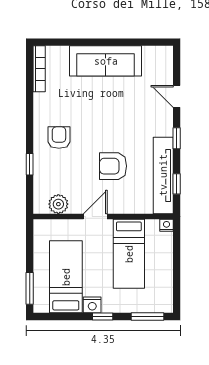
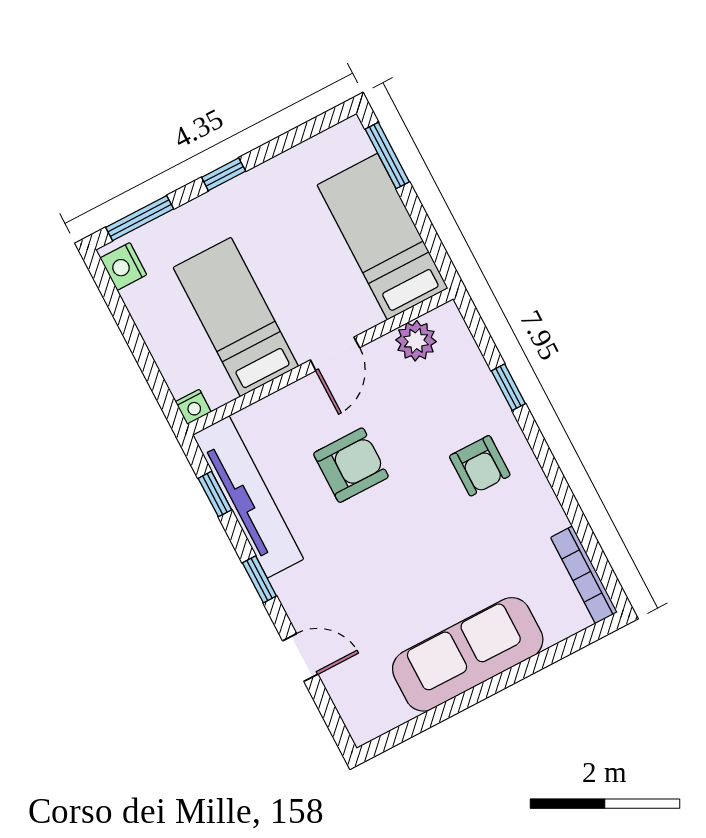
bed: (66, 277) -> (382, 237), moved, turned 180
nightstand: (92, 305) -> (123, 266), moved, turned -90

